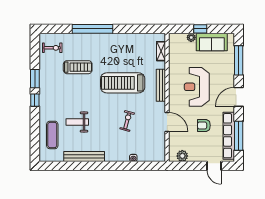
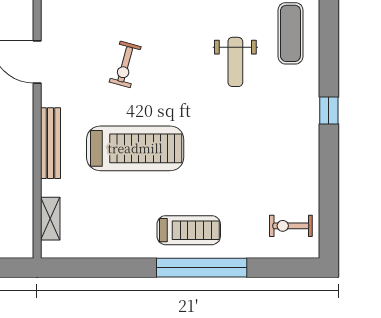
treadmill: (78, 67) -> (189, 230), moved, turned 180
window: (35, 79) -> (329, 158), removed
weight bench: (77, 122) -> (235, 62), turned 90

